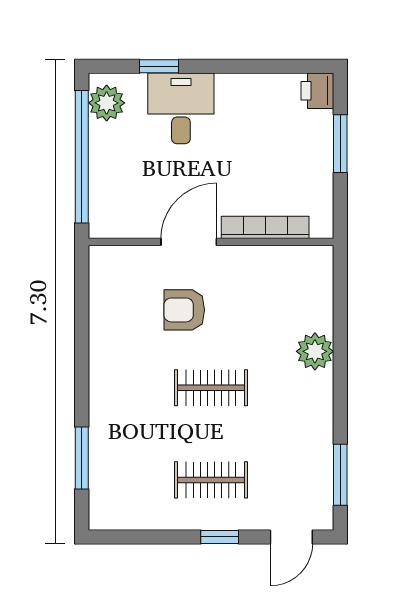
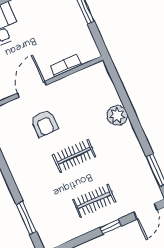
bookcase: (265, 227) -> (66, 66), width x0.64
armchair: (184, 310) -> (44, 123), turned -90

